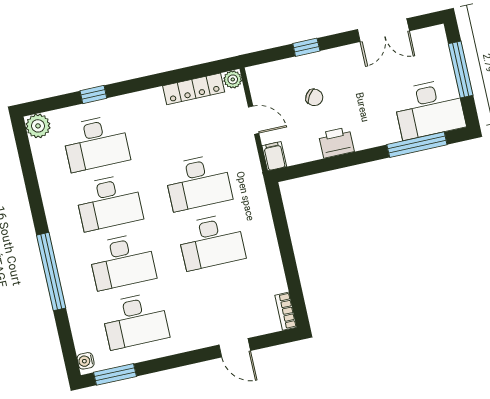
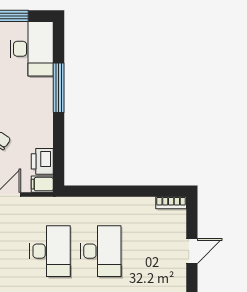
printer: (336, 142) -> (42, 161), moved
window: (417, 145) -> (59, 88), moved

